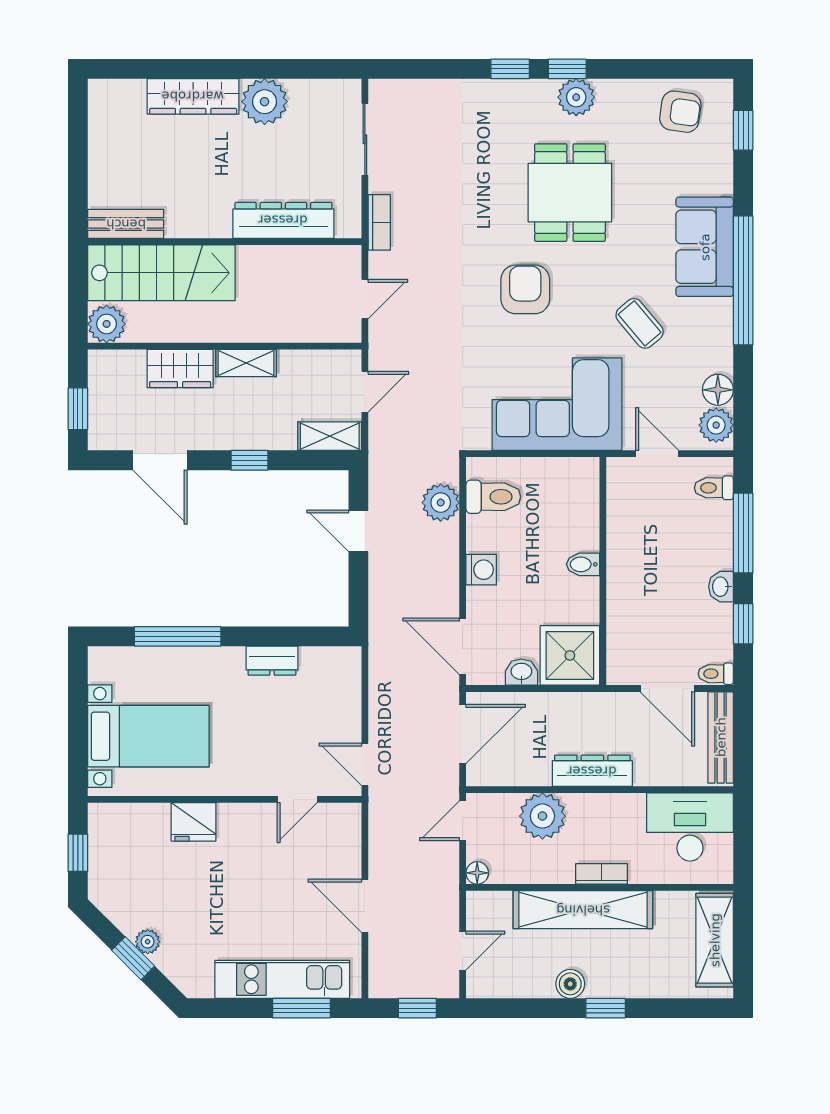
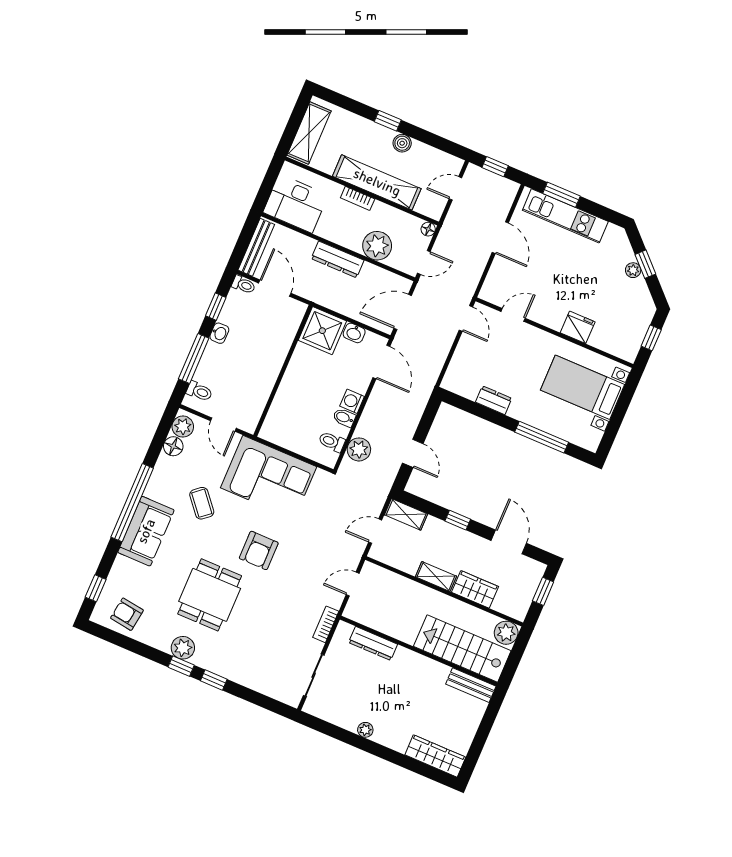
wardrobe: (193, 96) -> (435, 756), moved
plant: (265, 102) -> (365, 730), width x0.53, depth x0.53
dresser: (283, 220) -> (373, 643), width x0.73, depth x0.80
toilet: (493, 497) -> (332, 442), width x0.73, depth x0.72
bidet: (583, 564) -> (344, 418), moved, turned 180

